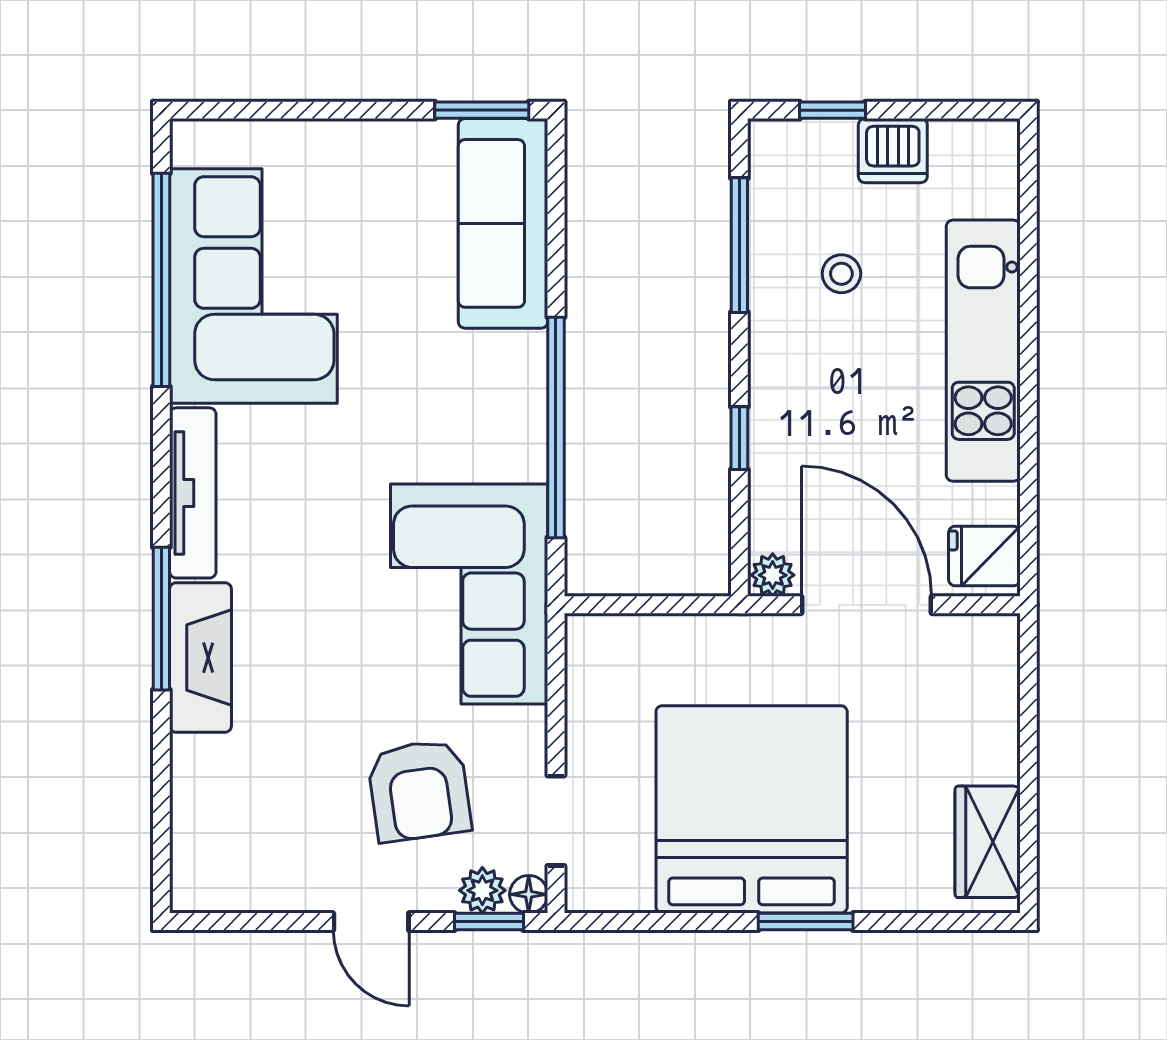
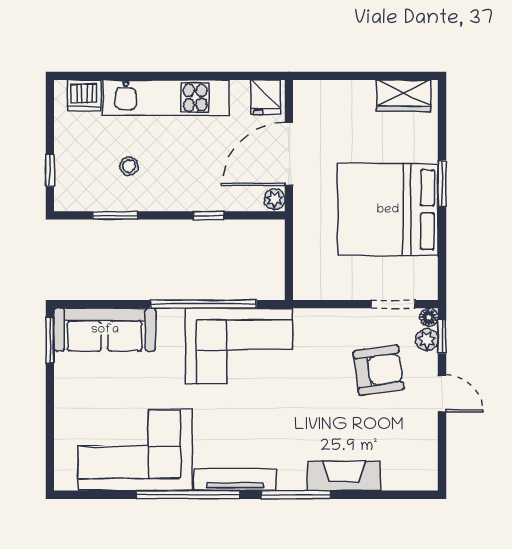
dishwasher: (893, 151) -> (84, 95), moved, turned 90
window: (739, 245) -> (115, 215), width x0.69
window: (161, 280) -> (188, 495), moved
corner sofa: (469, 594) -> (239, 346), moved
fireplace: (201, 658) -> (344, 476), moved
door: (371, 922) -> (442, 393), hinge flipped

